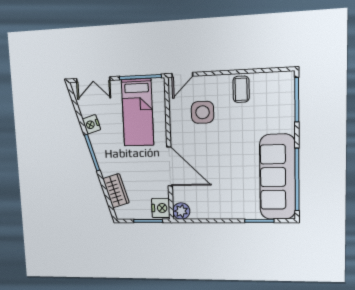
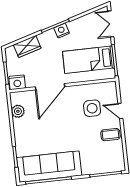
door: (182, 75) -> (120, 111), moved
nightstand: (91, 124) -> (62, 31), moved
plant: (181, 211) -> (18, 111), moved

